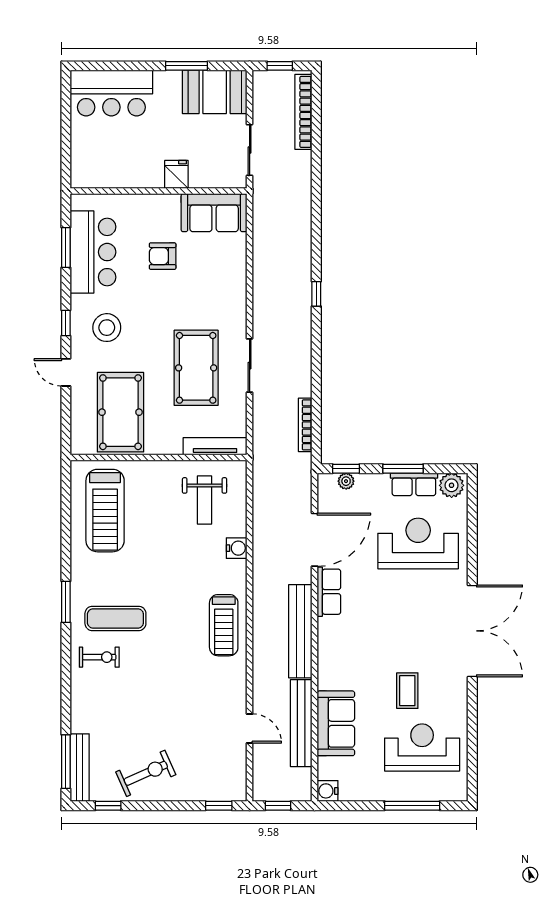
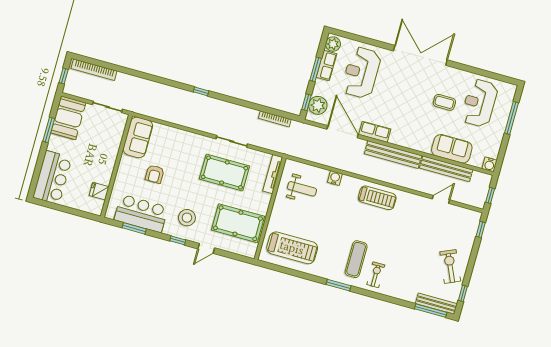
fridge: (176, 174) -> (99, 191), moved
plant: (346, 481) -> (318, 105), width x1.87, depth x1.87

